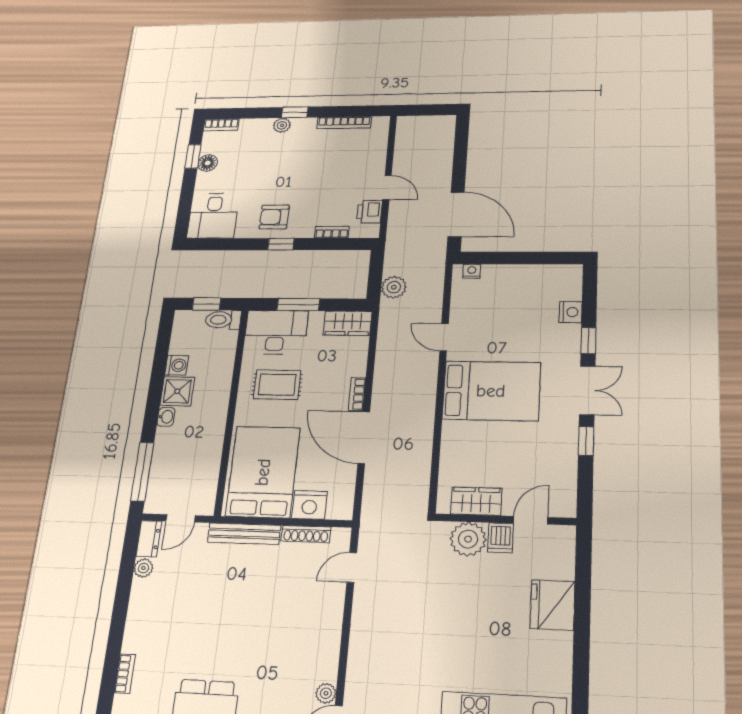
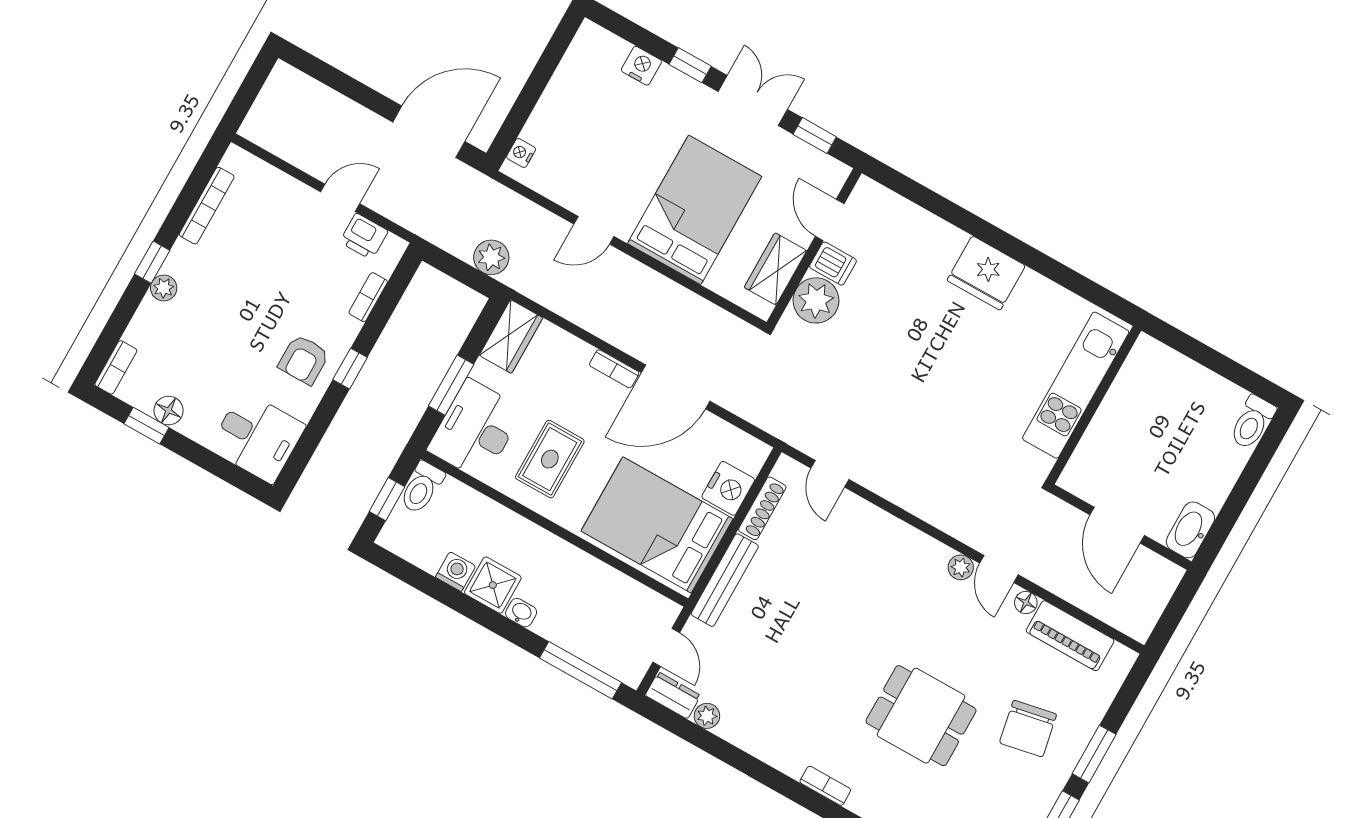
wardrobe: (476, 501) -> (776, 269), moved
wall: (505, 519) -> (814, 248), moved
door: (531, 520) -> (830, 220), moved
dishwasher: (501, 538) -> (833, 264), moved
plant: (468, 539) -> (816, 300), moved

